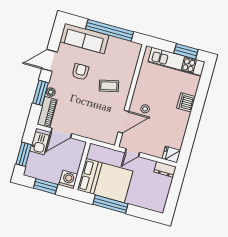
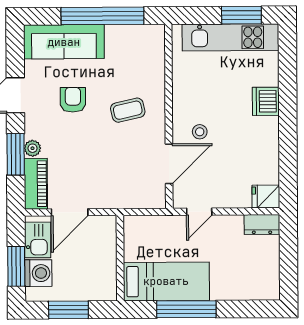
washing machine: (68, 180) -> (38, 273), moved, turned 90
bed: (105, 181) -> (166, 281), width x0.67

